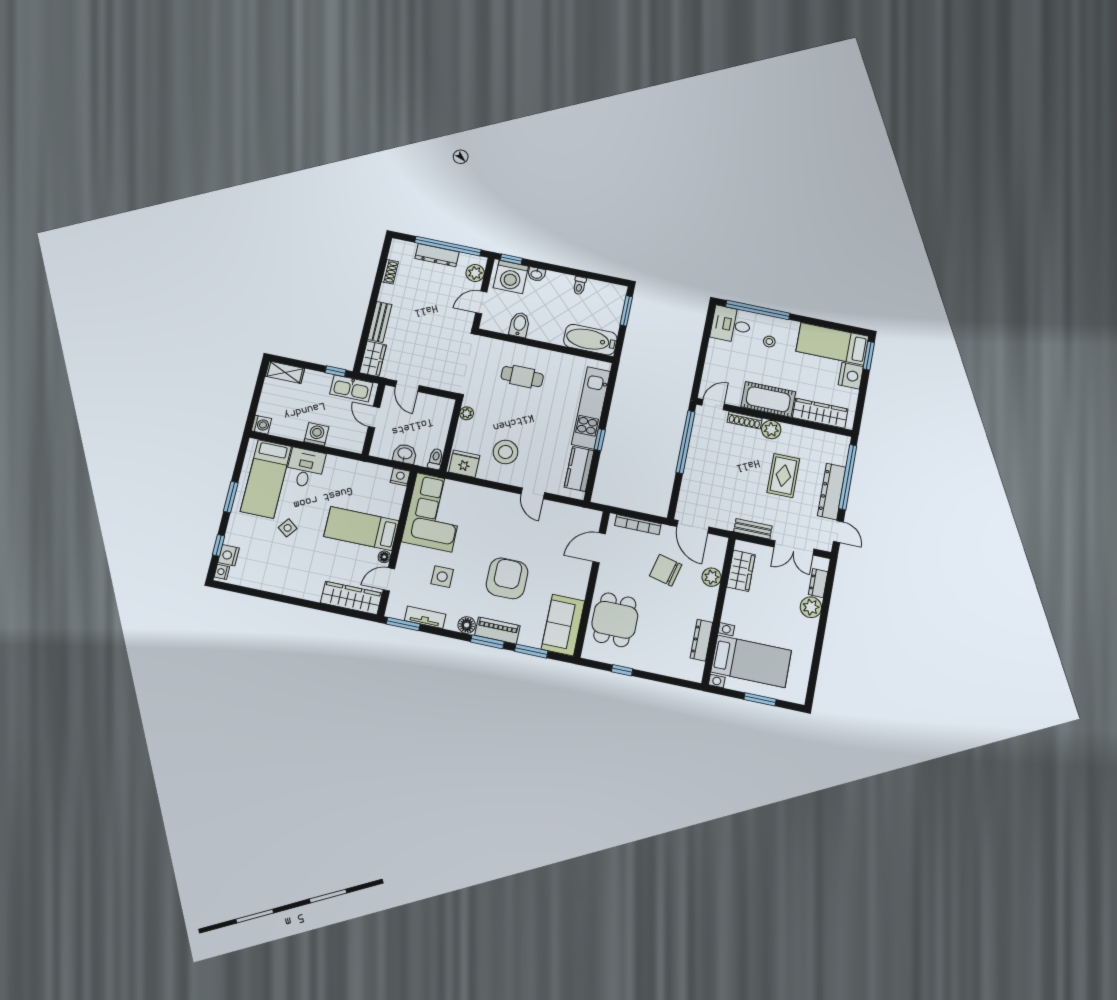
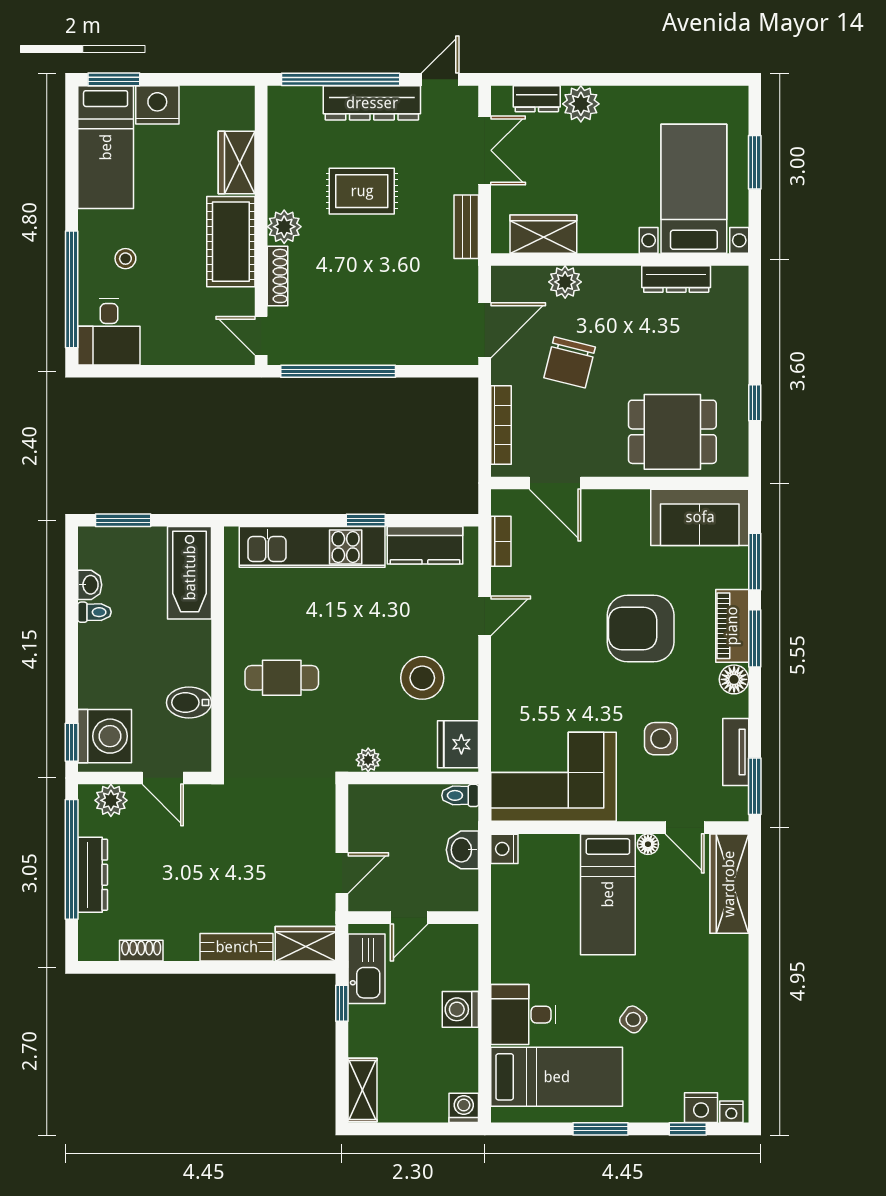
washbasin: (536, 274) -> (90, 585), moved
cafe table: (522, 377) -> (282, 678), turned 90
wardrobe: (820, 413) -> (237, 163), width x0.67
bookcase: (573, 511) -> (501, 541), added

